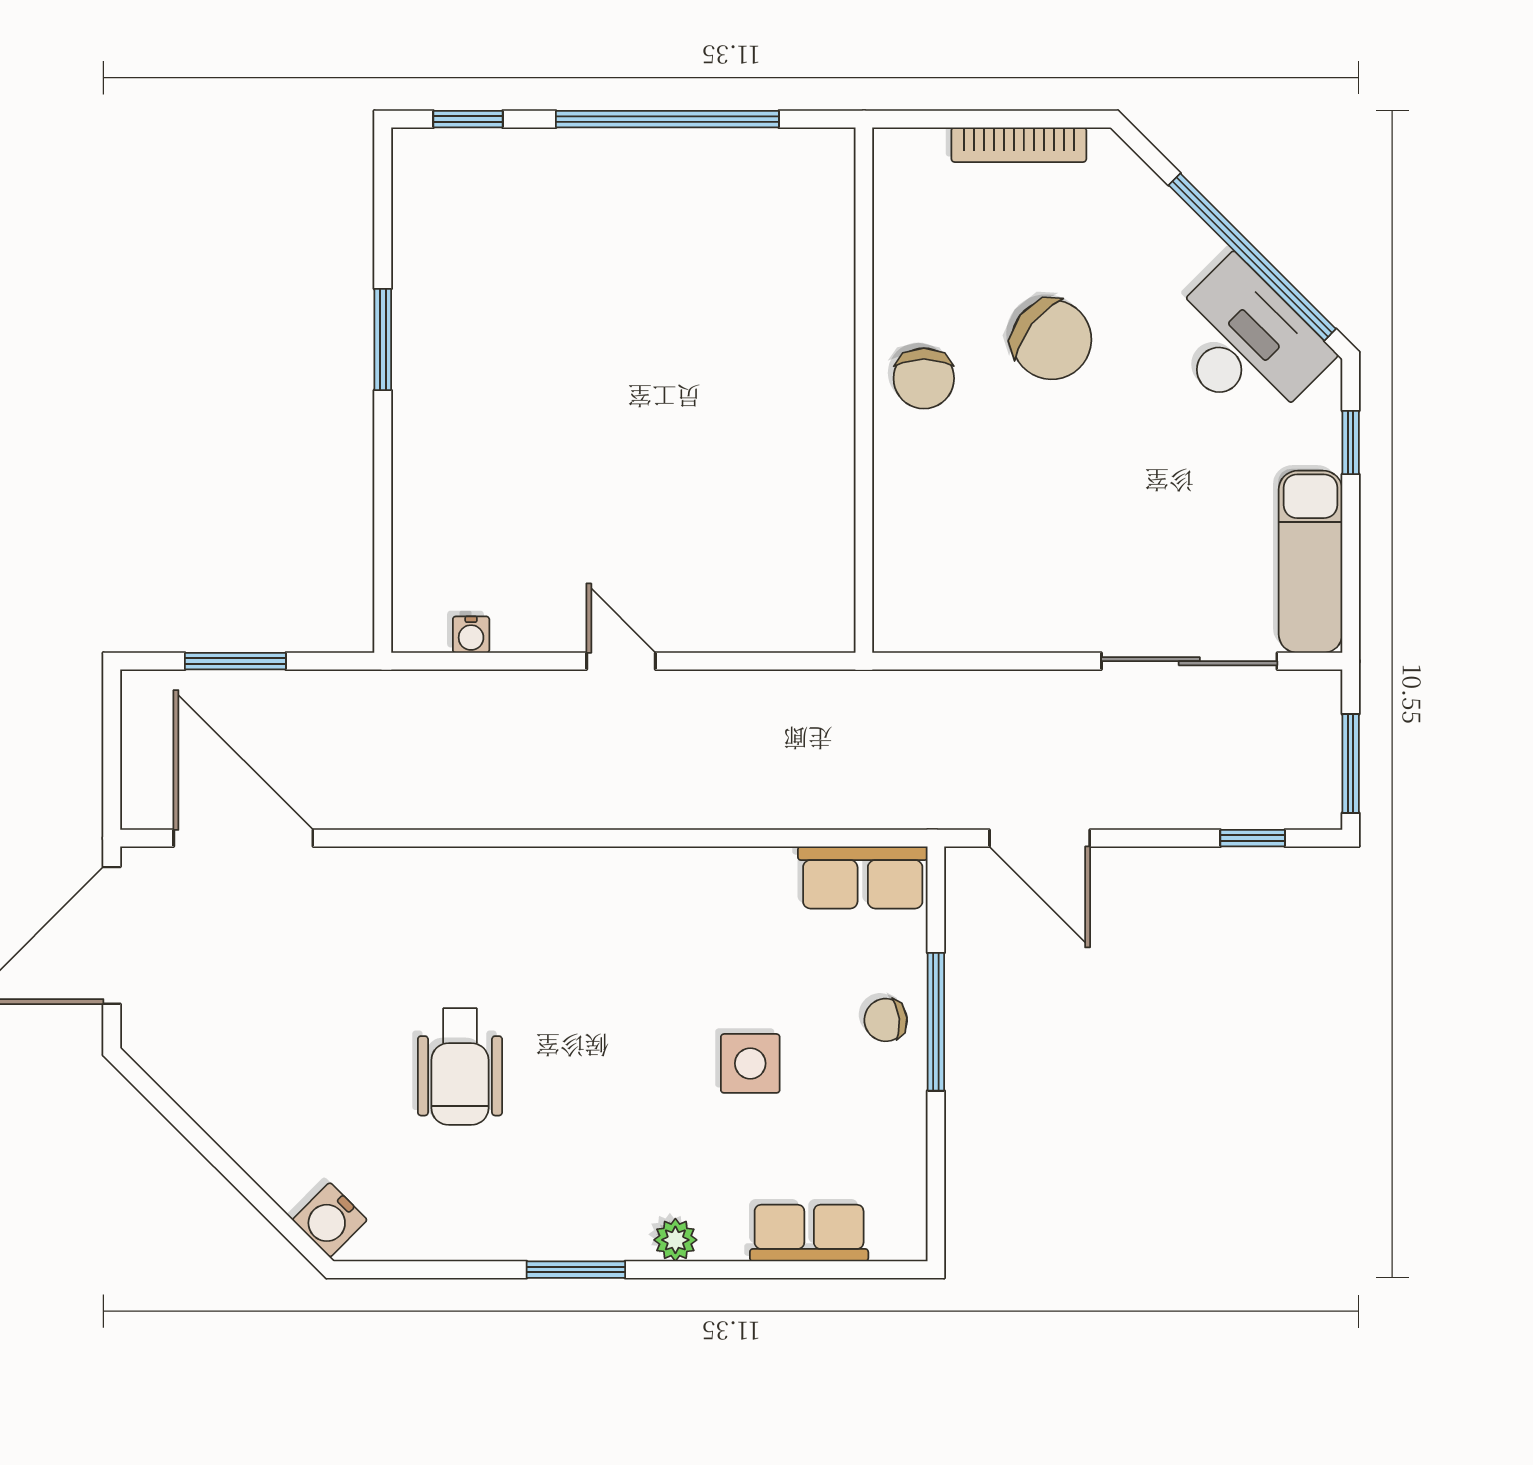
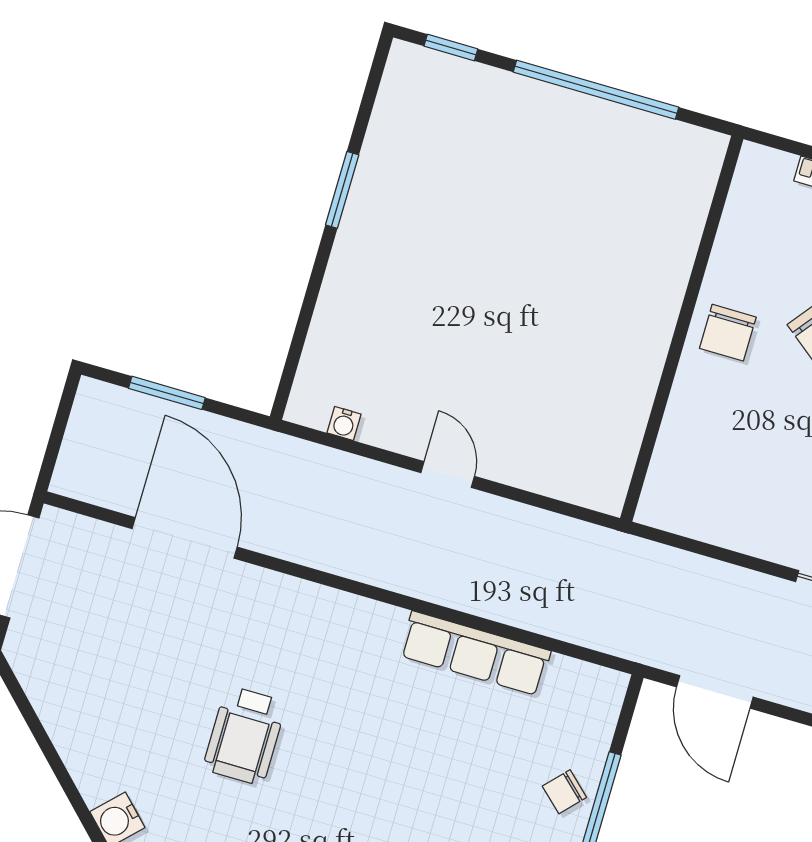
door: (243, 838) -> (185, 538), moved
row of seats: (863, 878) -> (475, 653), moved, width x1.48
chair: (886, 1020) -> (564, 792), turned -41
side table: (750, 1063) -> (457, 795), removed

